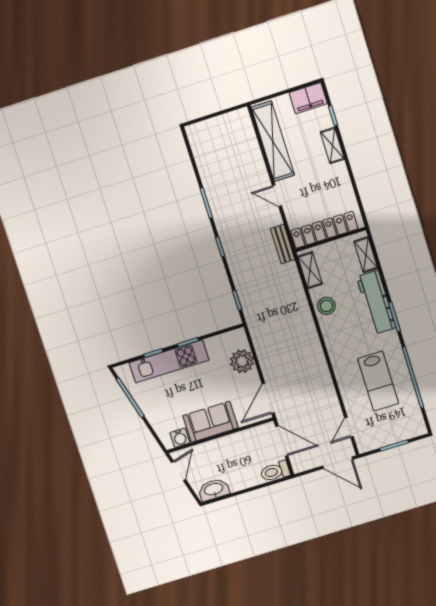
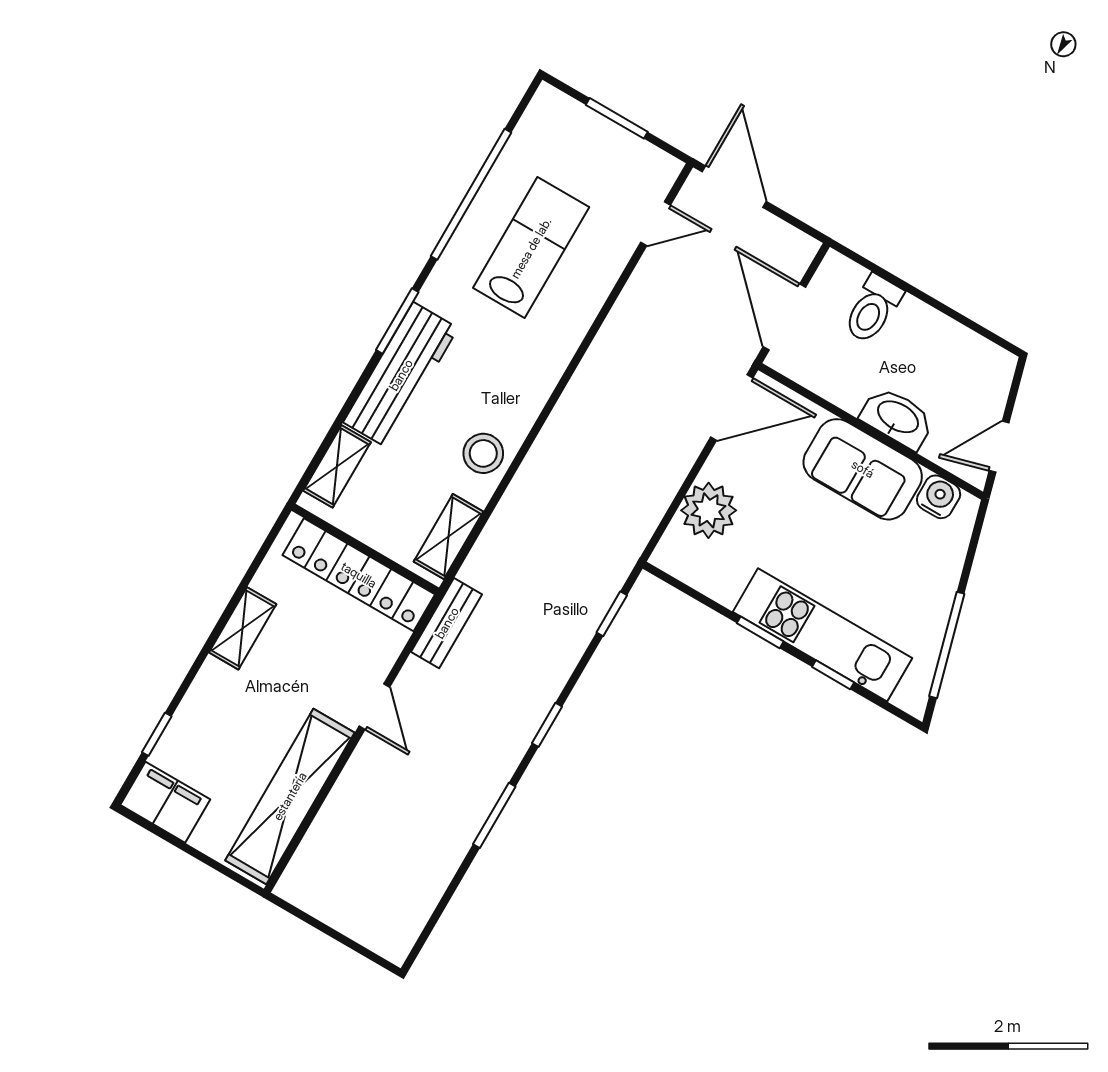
shelving: (332, 145) -> (243, 628), moved
toilet: (275, 471) -> (873, 309), moved, turned 90
washbasin: (214, 490) -> (897, 418), moved, turned 180

